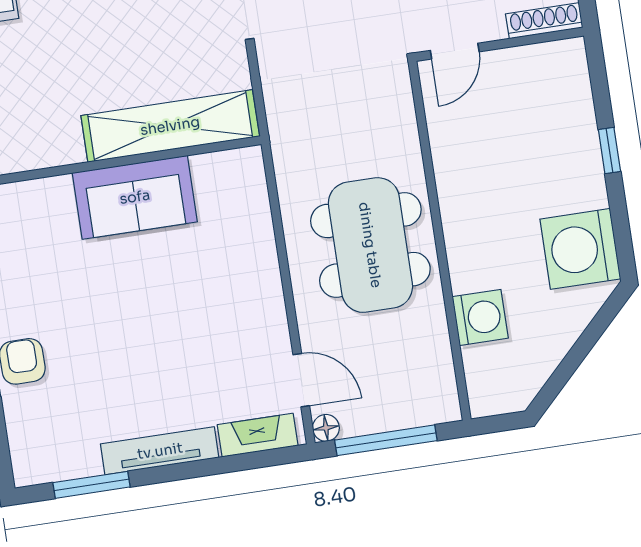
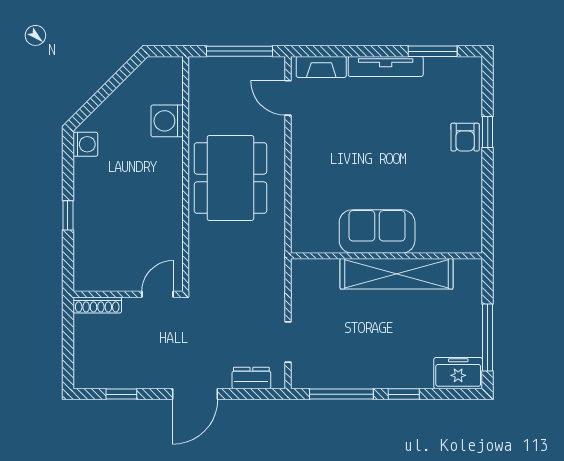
shelving: (170, 126) -> (397, 274), moved
washing machine: (580, 249) -> (85, 144), width x0.53, depth x0.53
floor lamp: (326, 428) -> (277, 65), removed

